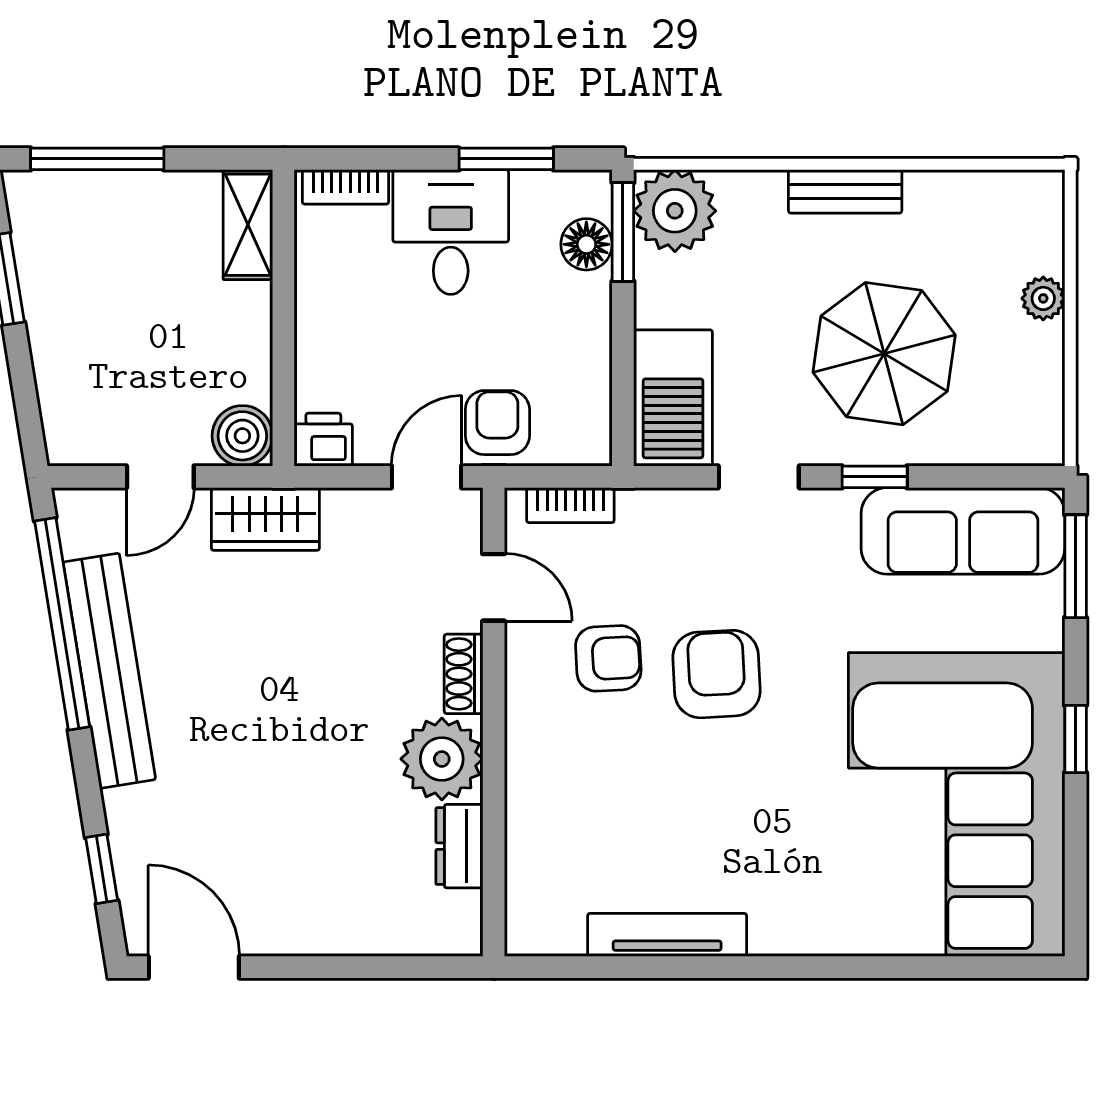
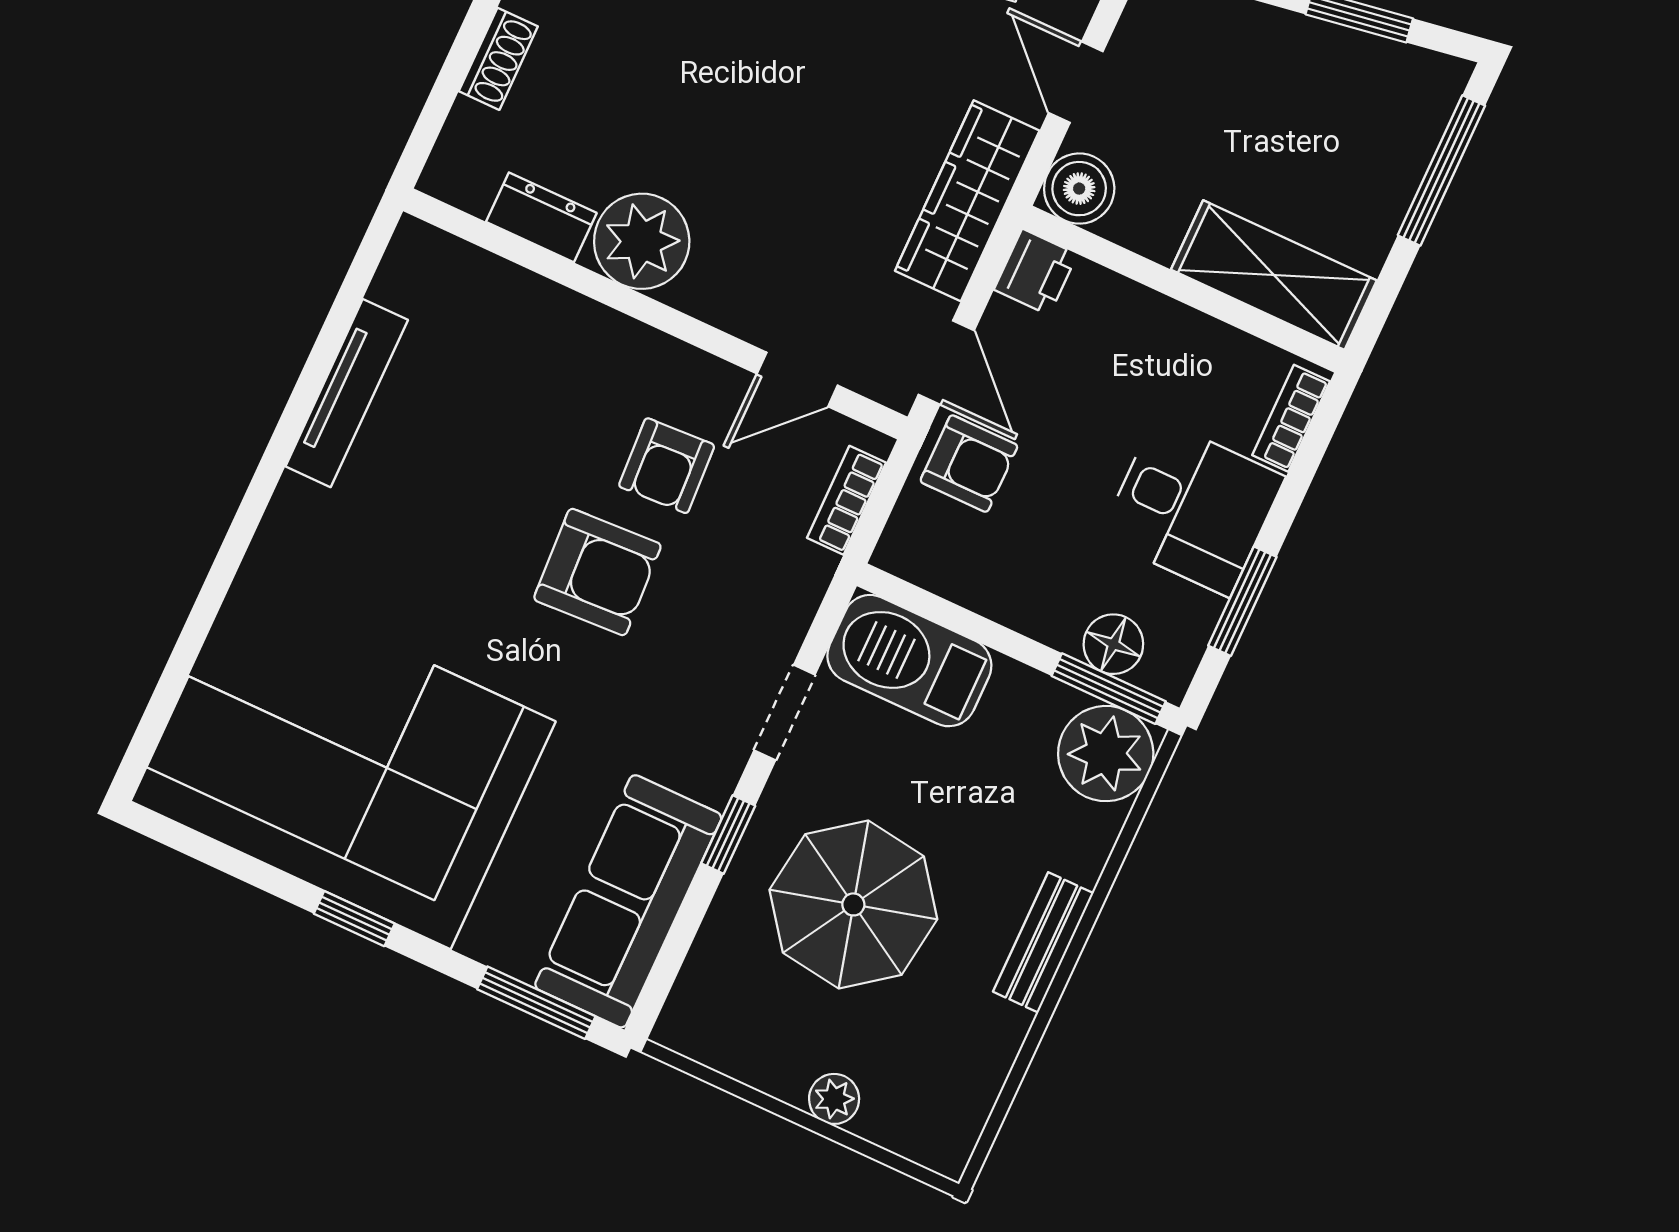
shelving: (248, 225) -> (1274, 275), width x1.50, depth x1.33
wardrobe: (265, 519) -> (967, 201), width x1.50
shoe rack: (464, 674) -> (498, 59), moved, turned 90

